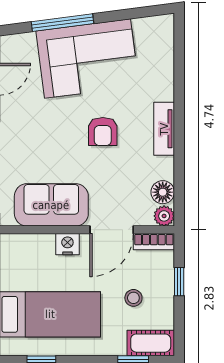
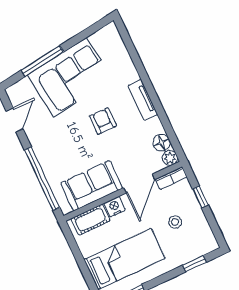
armchair: (103, 132) -> (103, 121), turned 180
cot: (151, 343) -> (90, 220), moved

